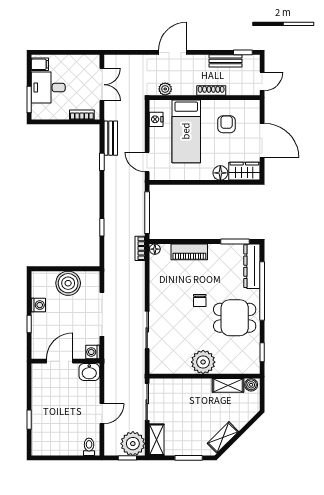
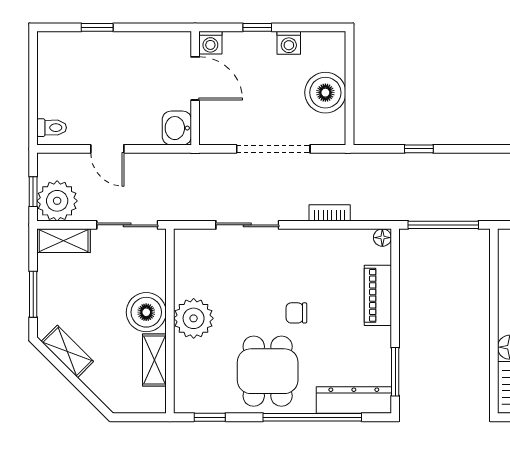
bookcase: (140, 248) -> (330, 213), moved
washing machine: (93, 352) -> (210, 43), moved, turned 180
boiler: (251, 385) -> (146, 312), moved, width x1.86, depth x1.86

